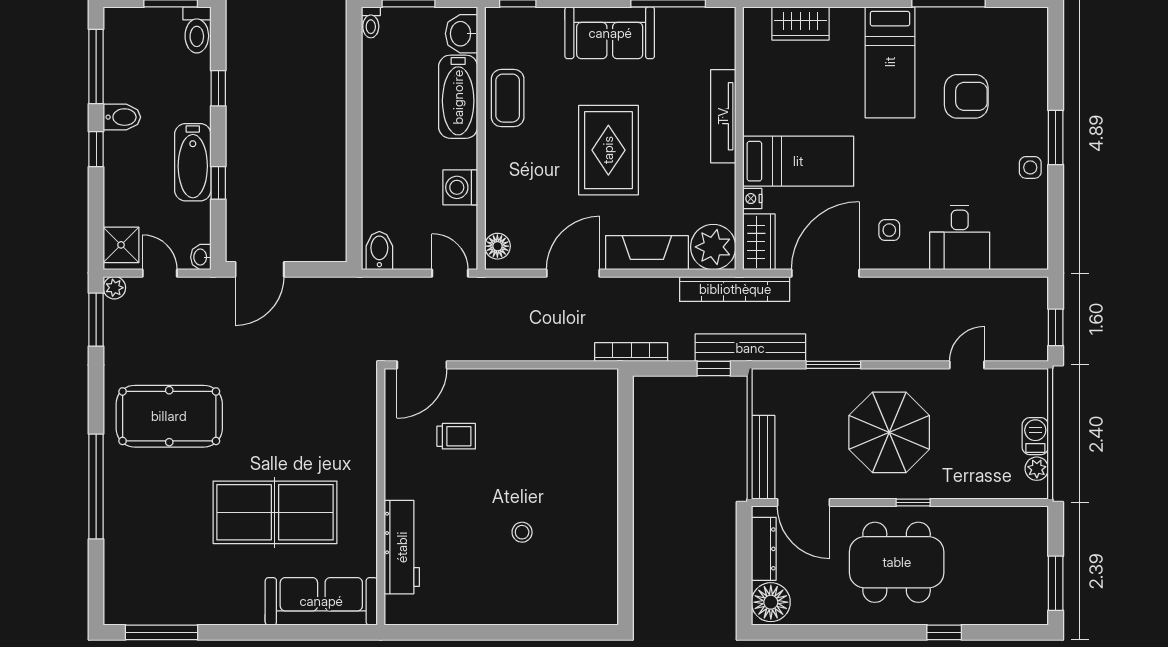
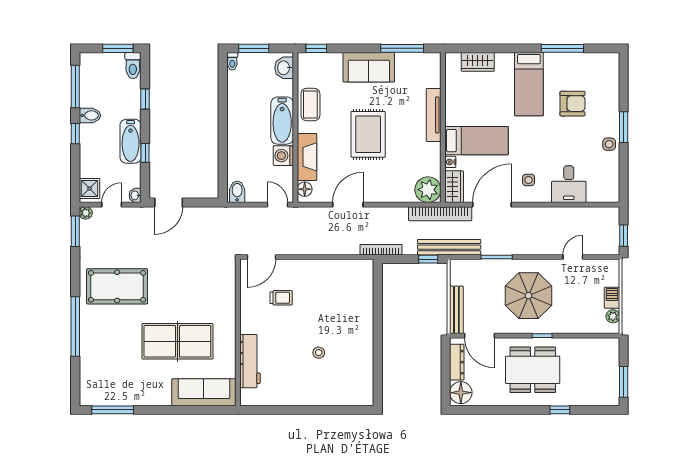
bathtub: (458, 97) -> (282, 121), moved
fireplace: (647, 253) -> (307, 157), moved, turned 90
door: (160, 273) -> (112, 205), hinge flipped

